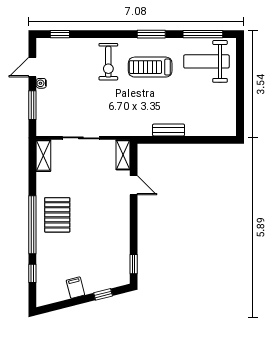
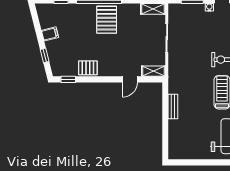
pallet: (57, 215) -> (107, 20), turned 90
pallet: (119, 239) -> (88, 68), added

